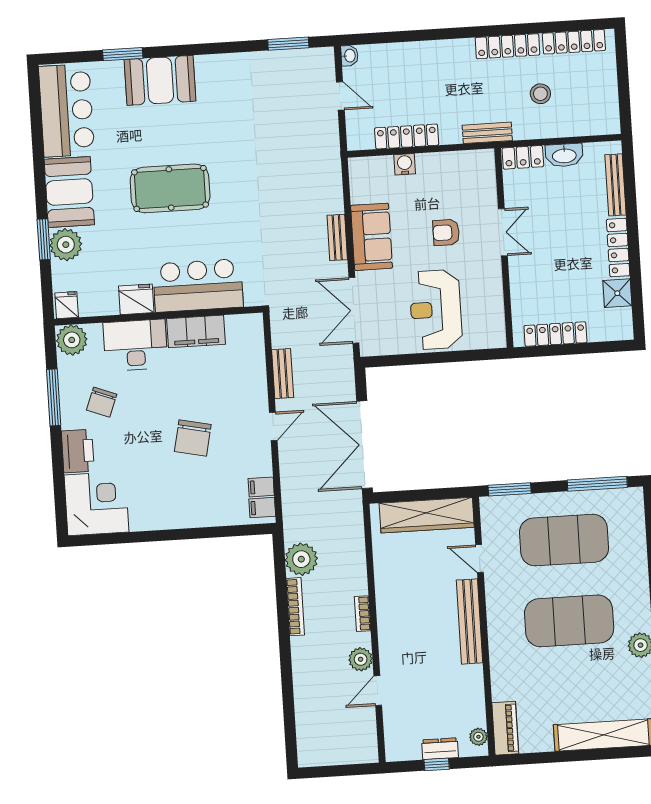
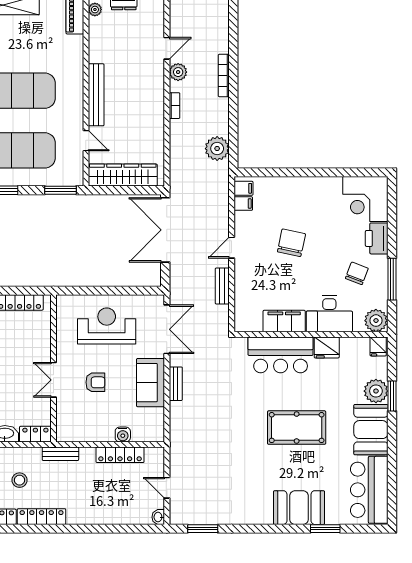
reception desk: (436, 310) -> (107, 326), turned -90
double door: (365, 445) -> (165, 230), swing flipped
bookcase: (295, 607) -> (224, 75), moved

